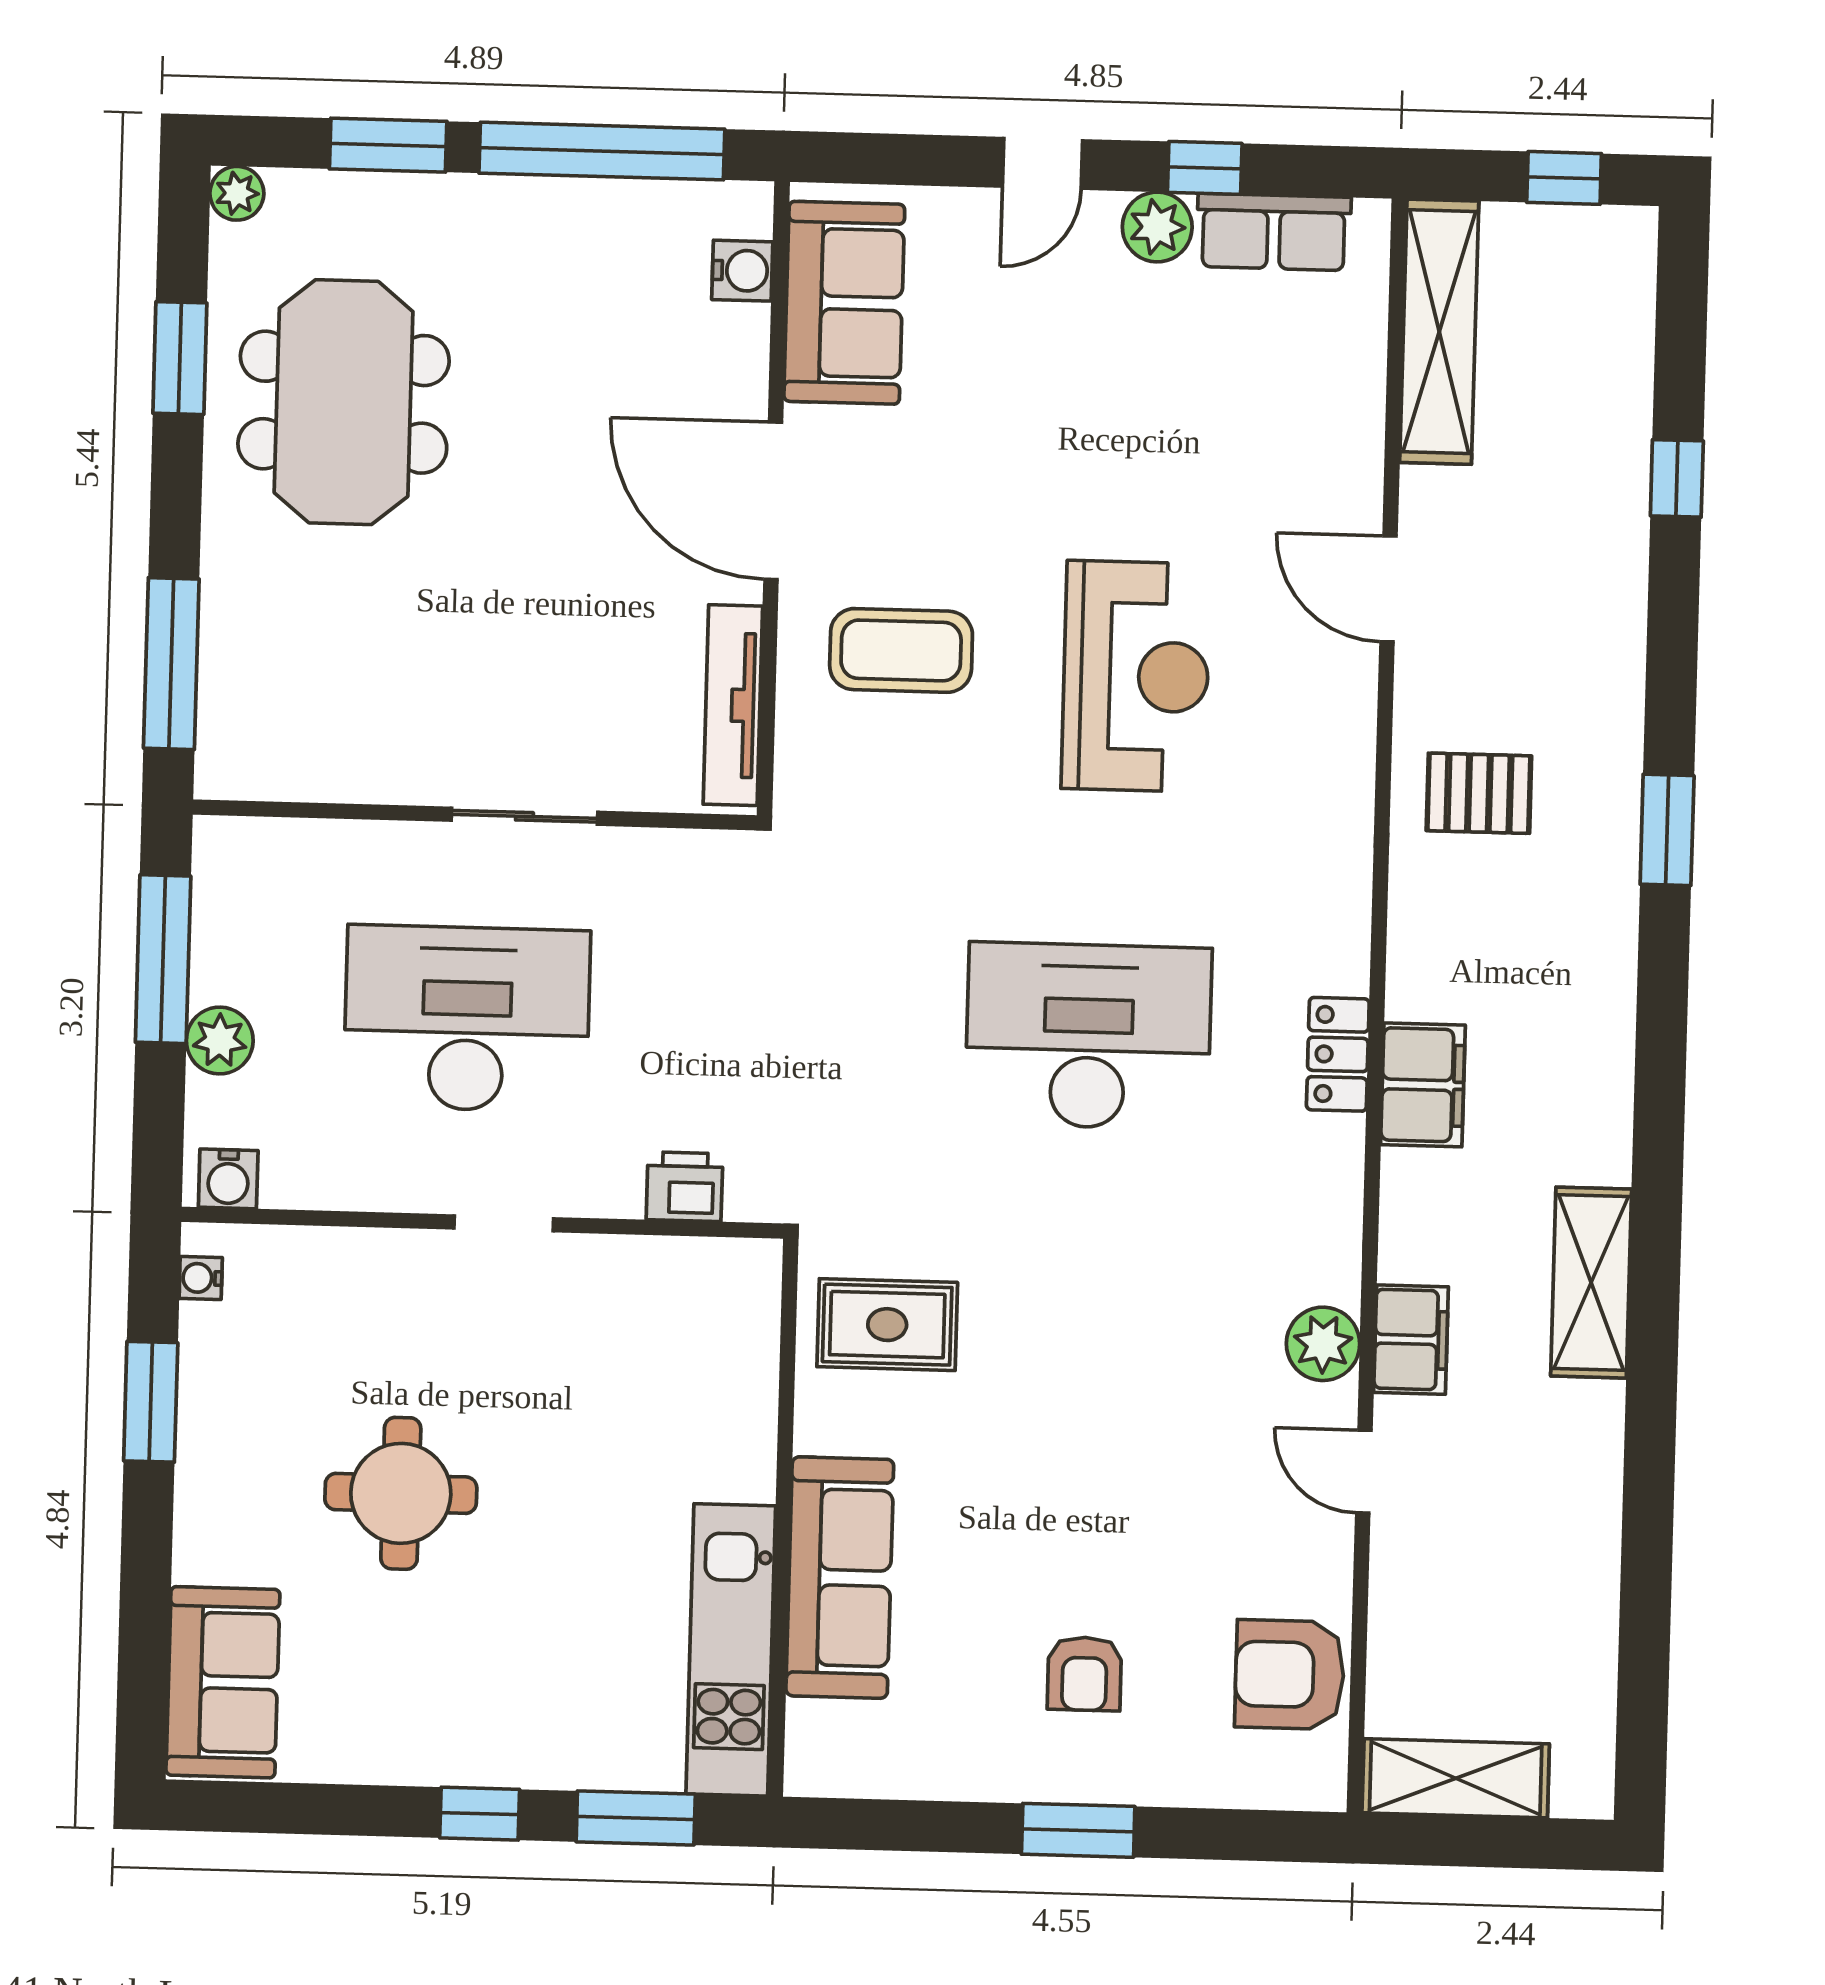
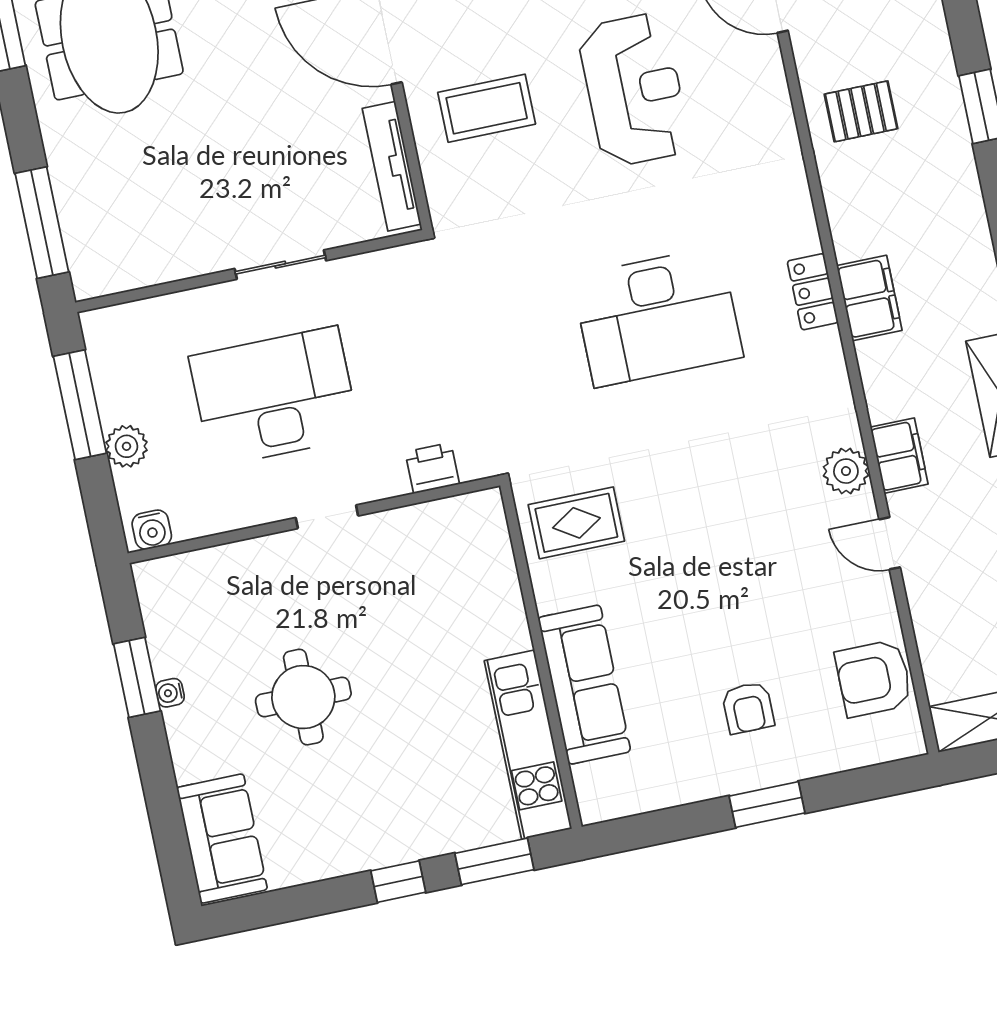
desk: (1088, 1036) -> (657, 317), turned 180
water cooler: (201, 1278) -> (170, 693), moved

